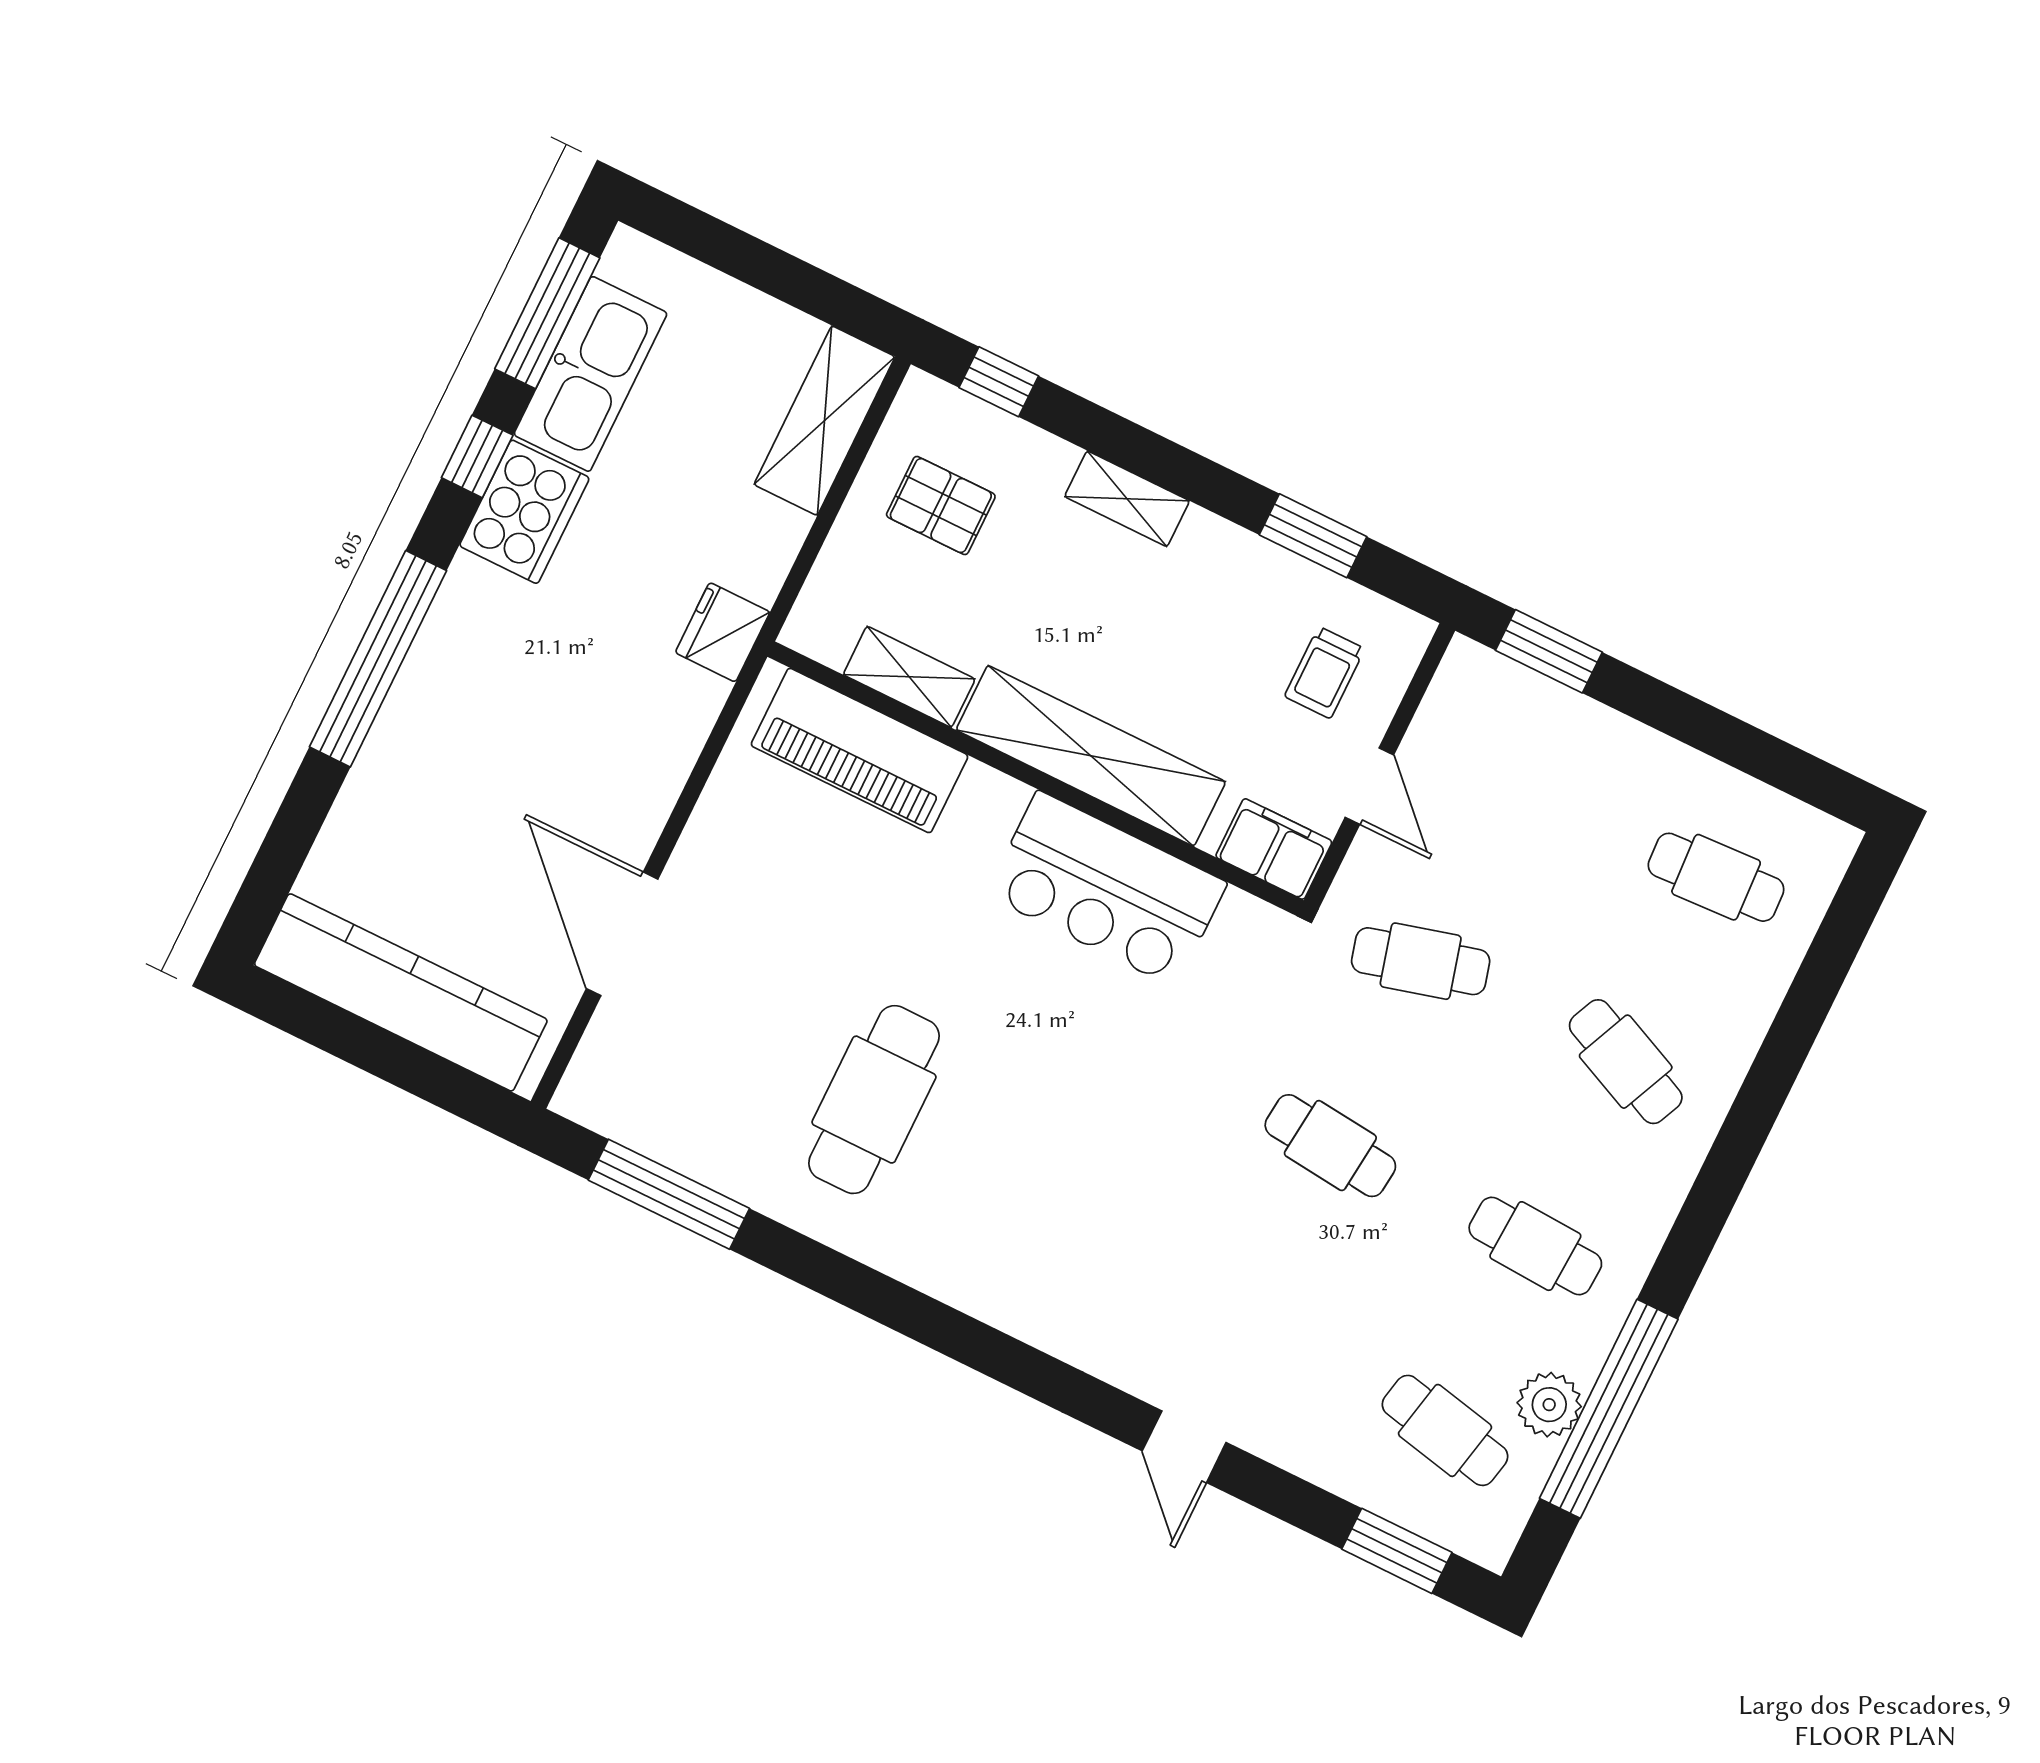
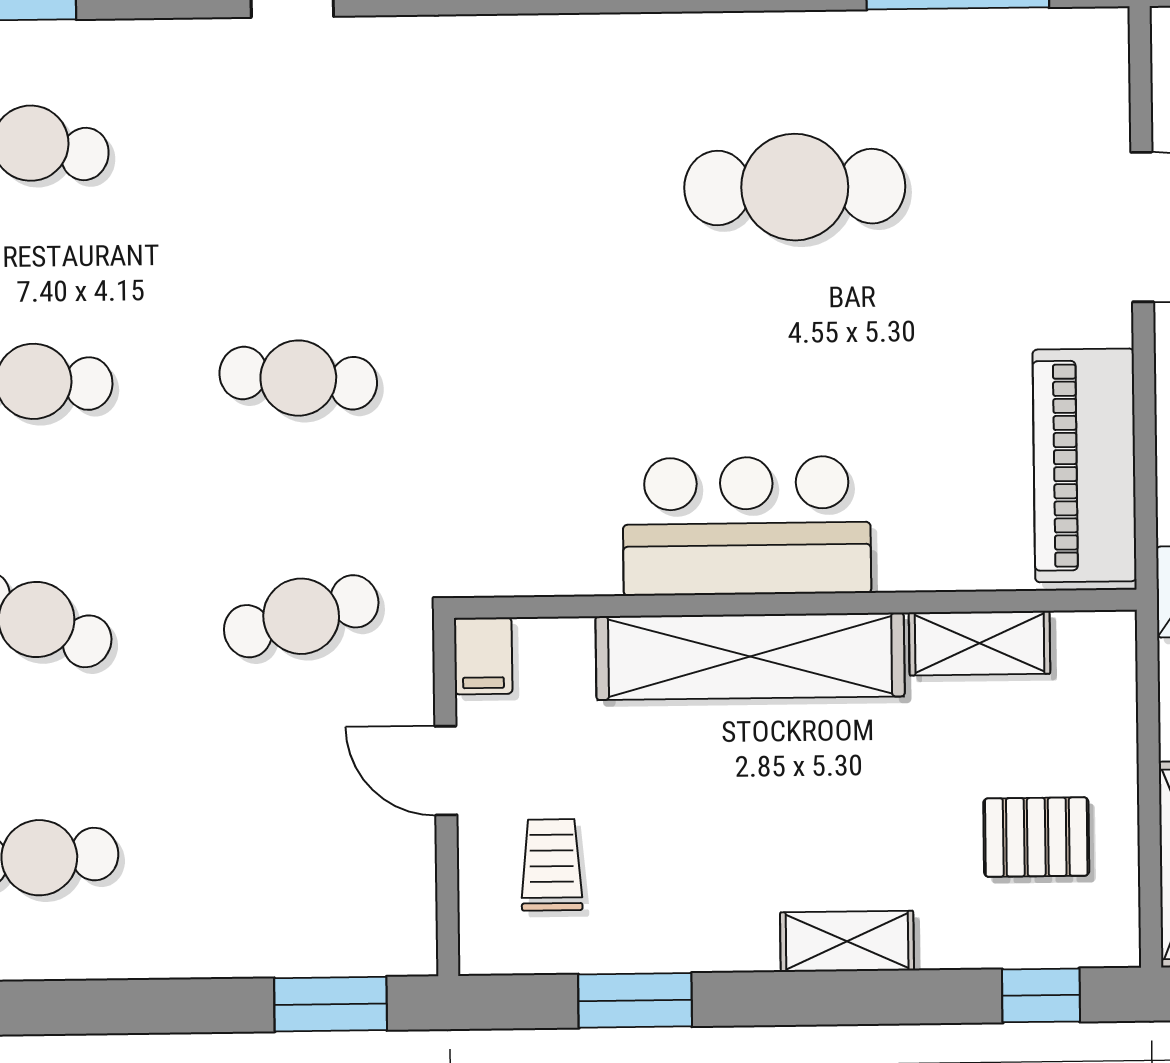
piano: (859, 750) -> (1085, 465), moved, turned -90
filing cabinet: (1274, 849) -> (483, 656), width x0.50
bar counter: (1107, 889) -> (747, 526), moved
cafe table: (874, 1100) -> (795, 187), turned 90

